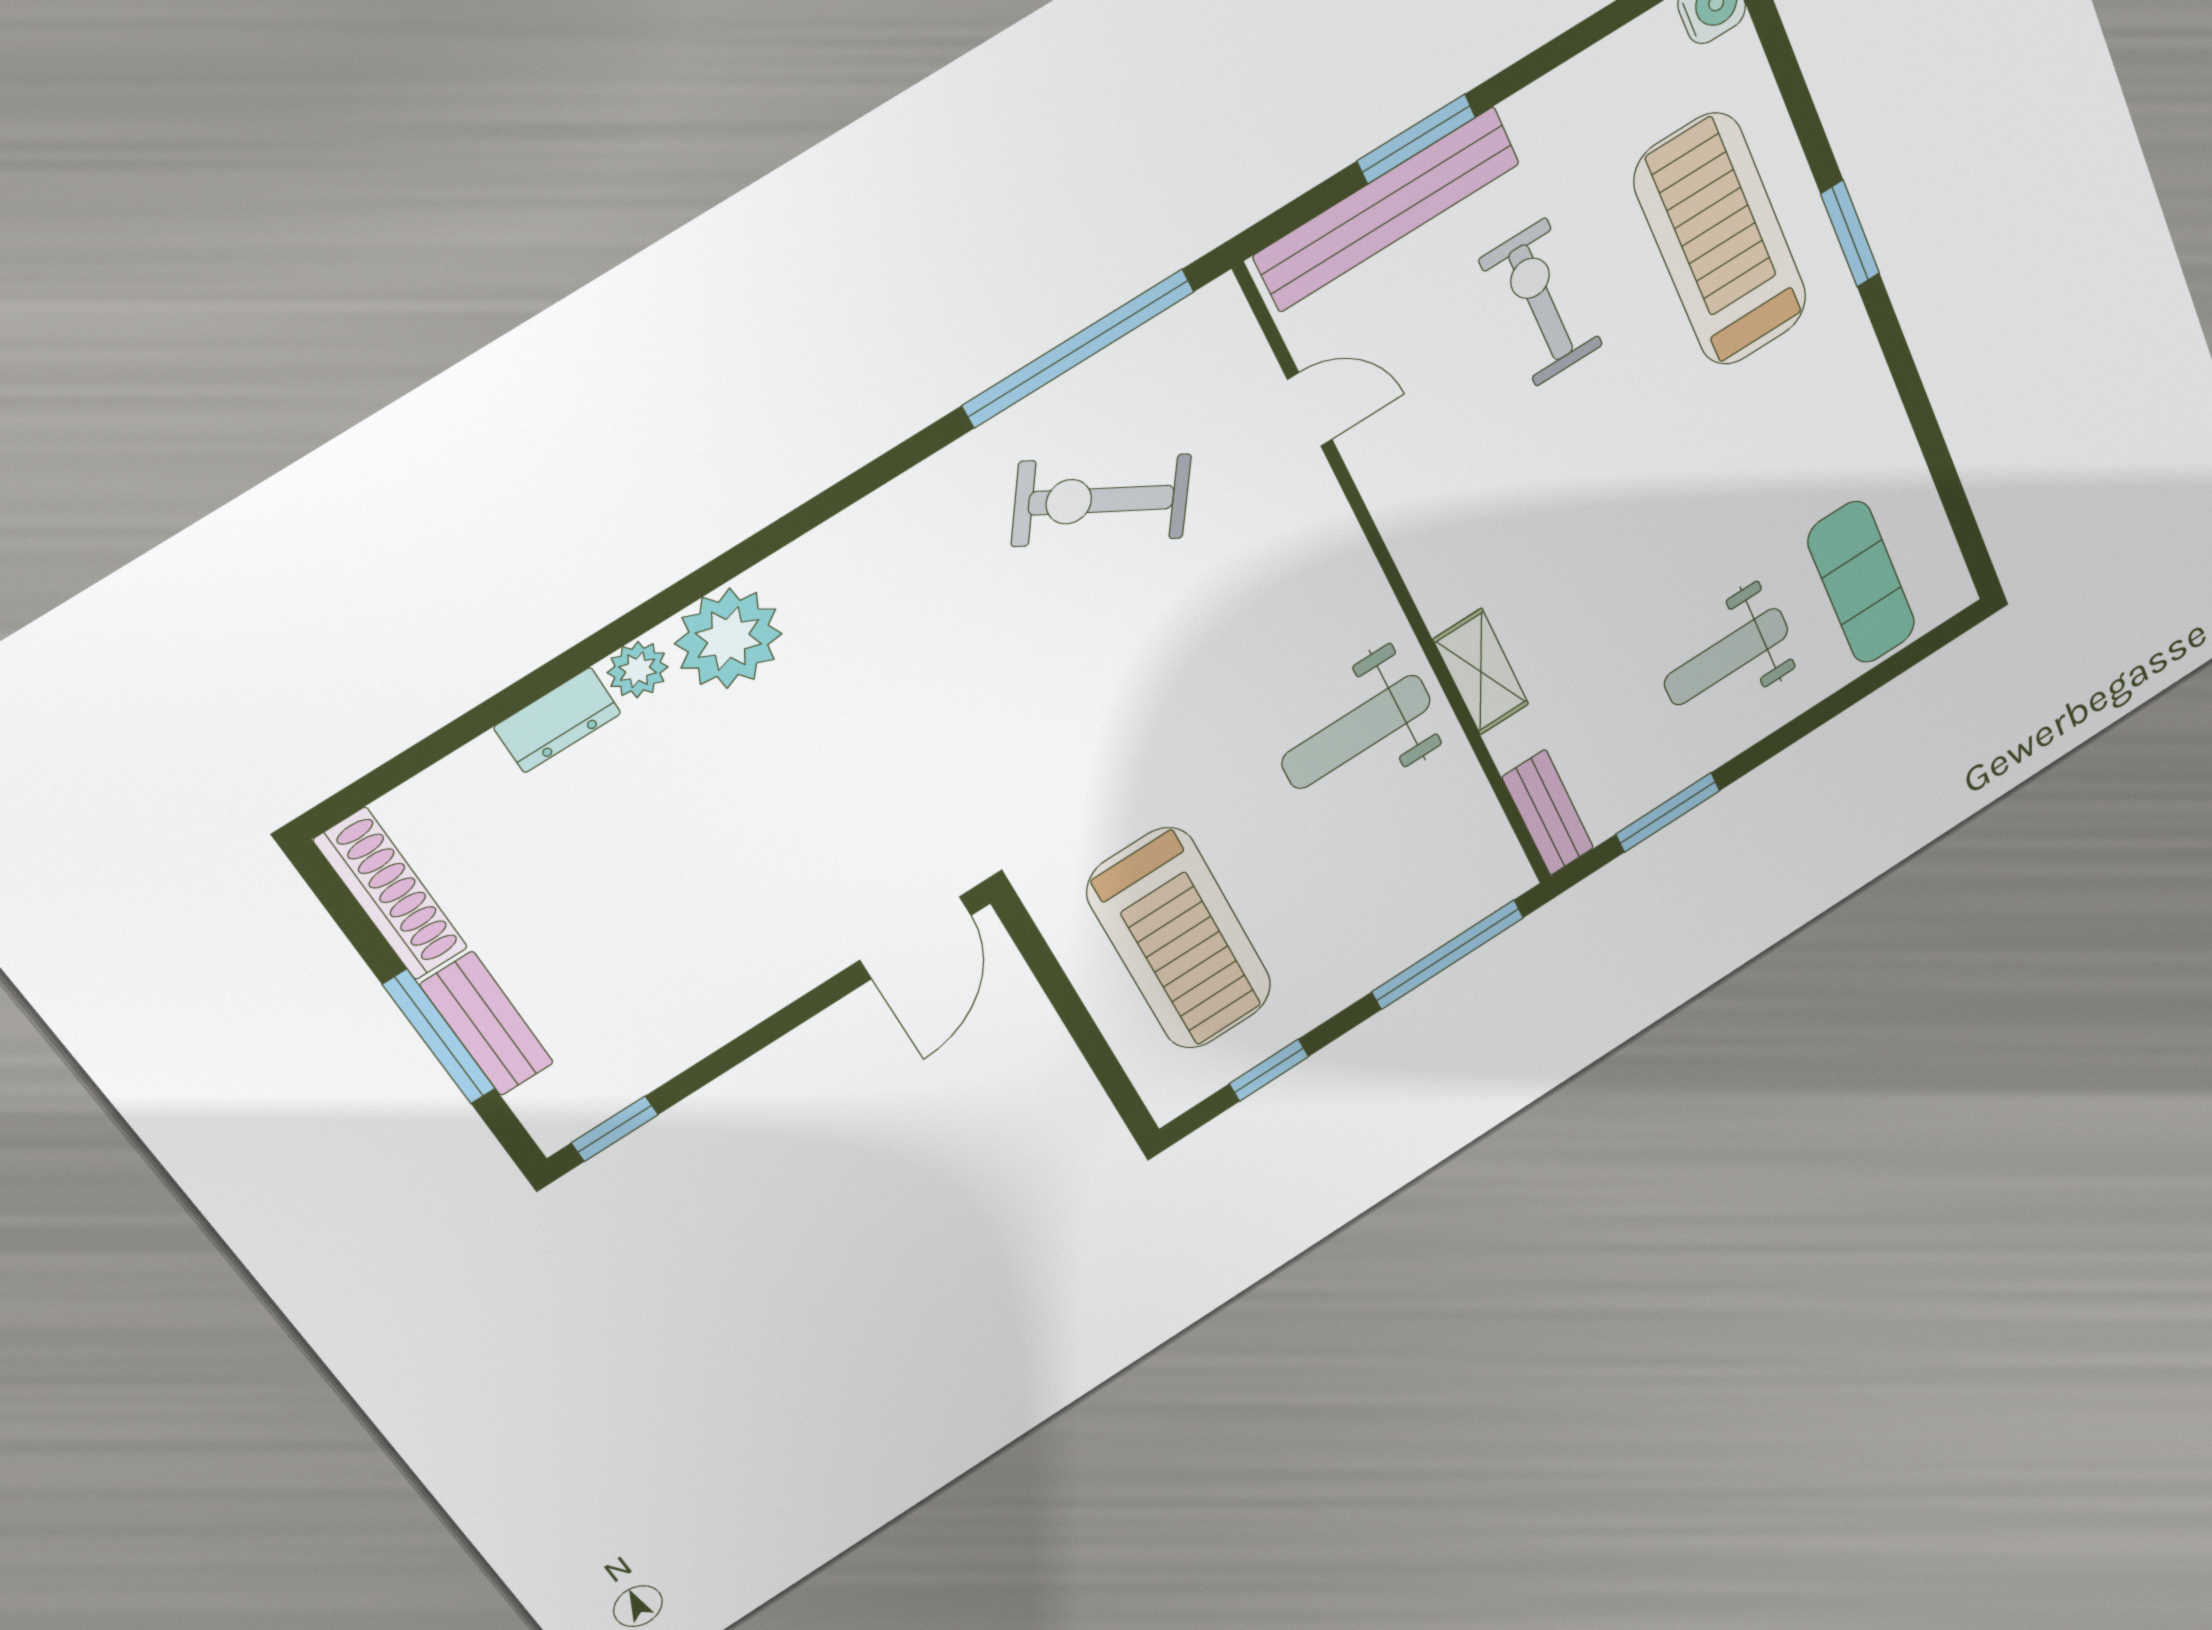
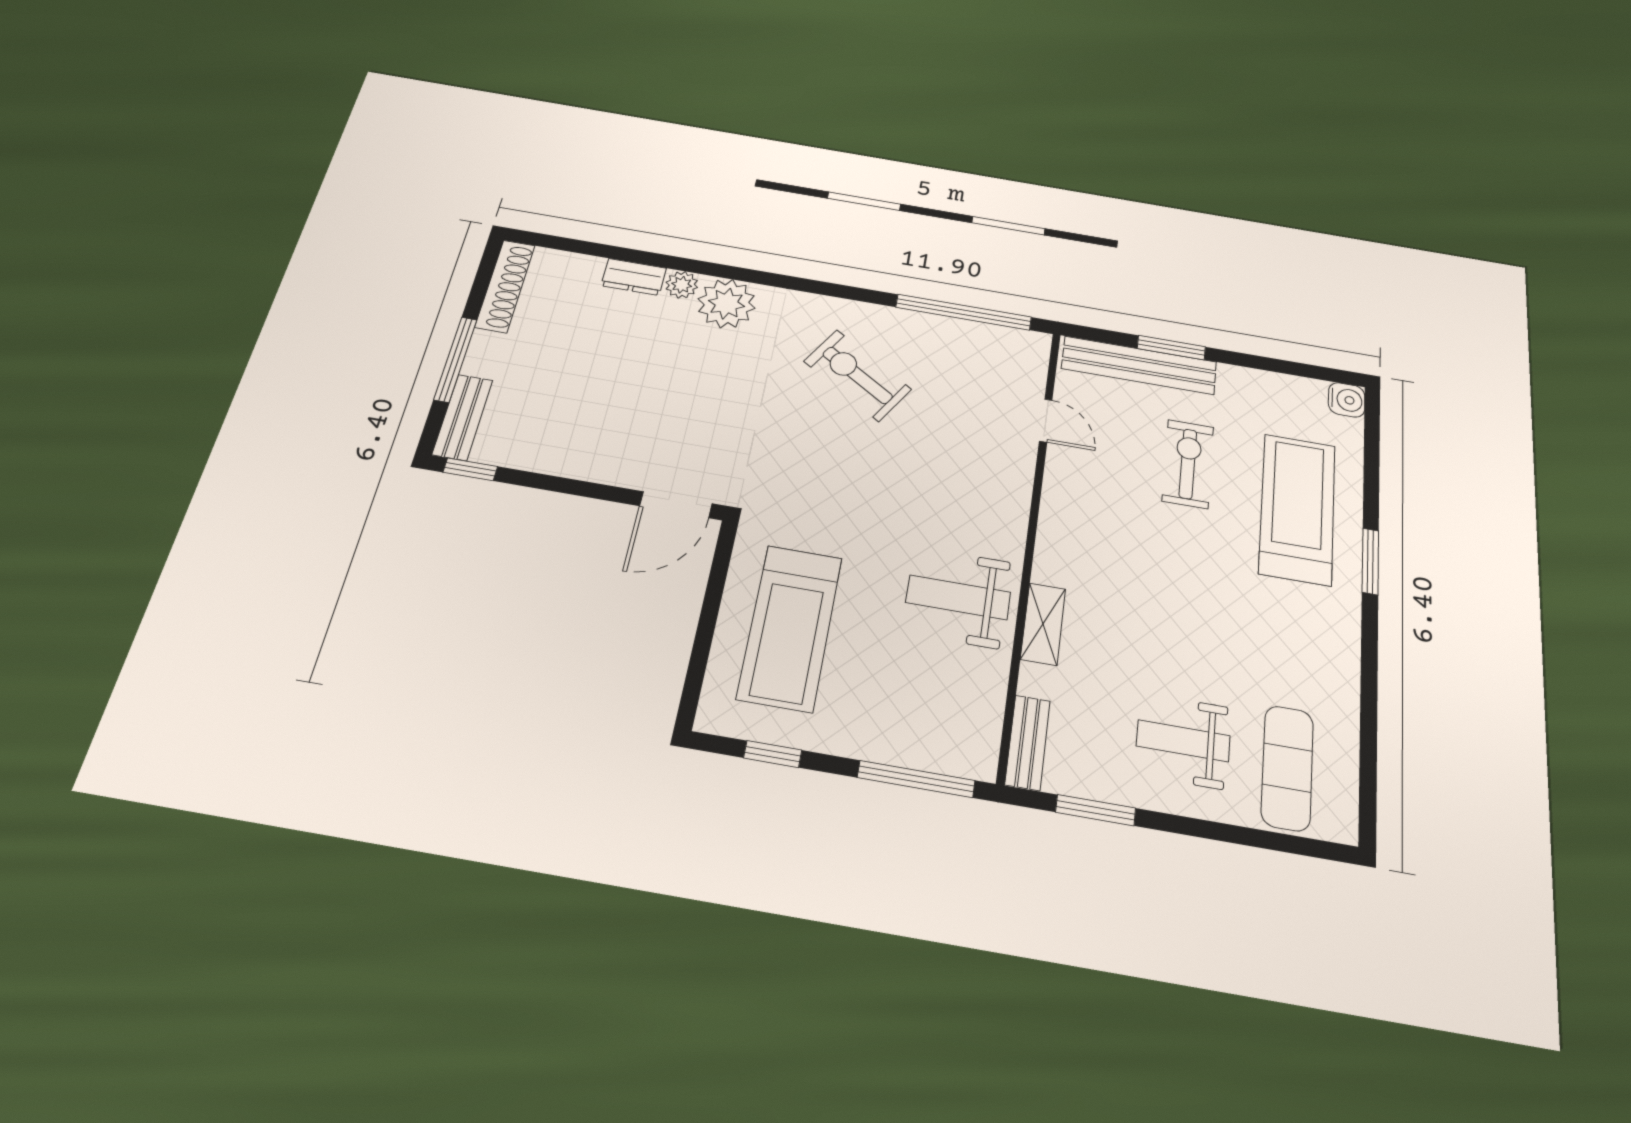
exercise bike: (1102, 500) -> (858, 375), moved
bench: (487, 1024) -> (462, 417), moved

